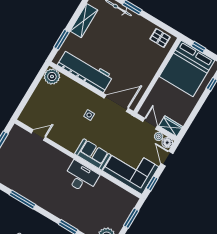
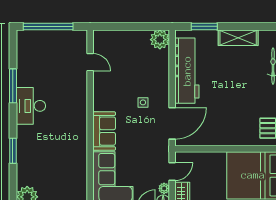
door: (116, 103) -> (172, 123), hinge flipped
desk: (81, 177) -> (31, 106), moved, turned 180

